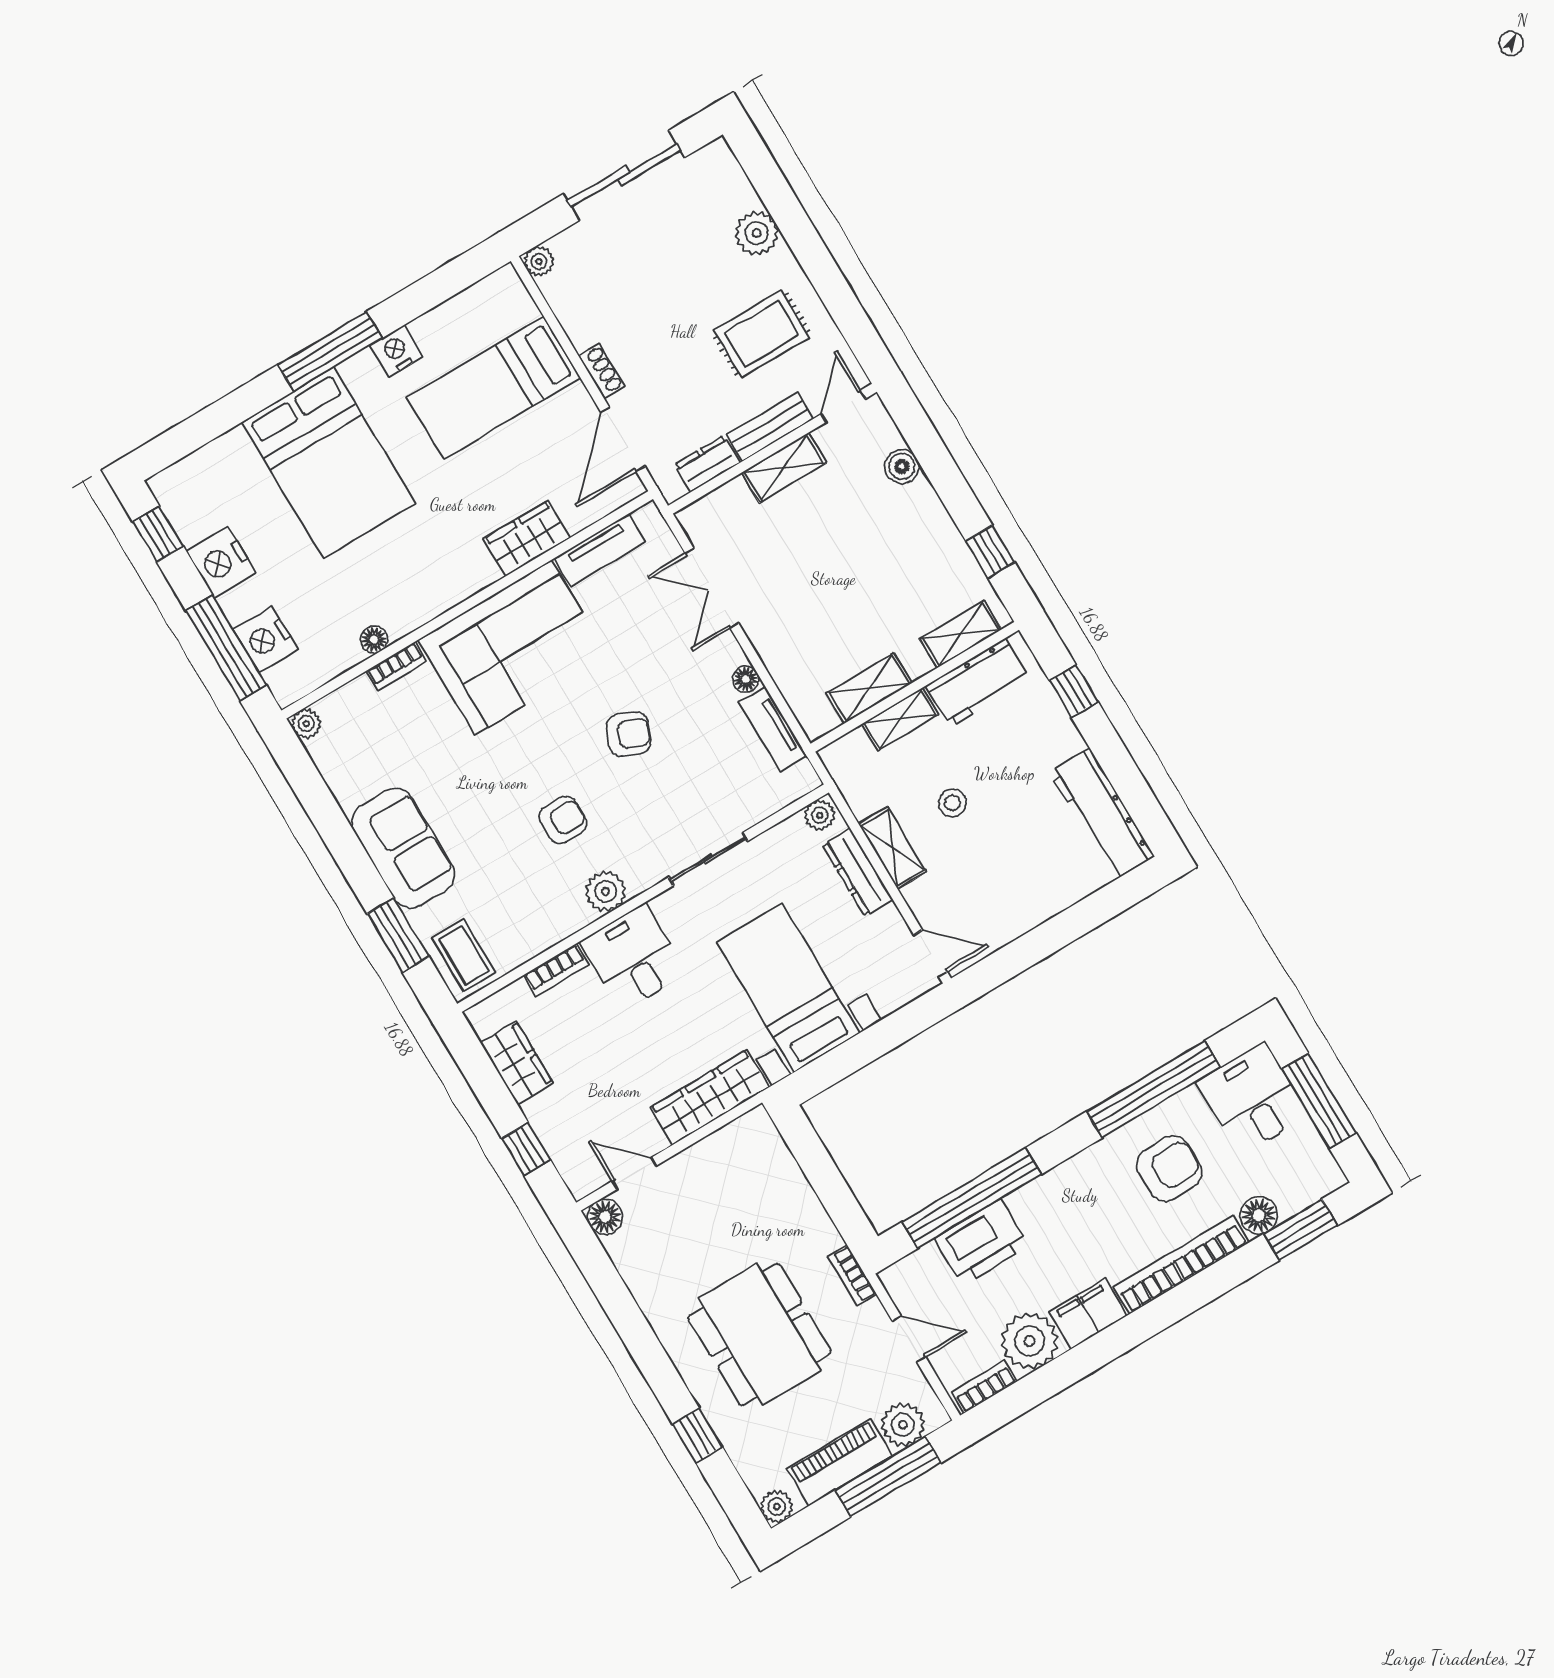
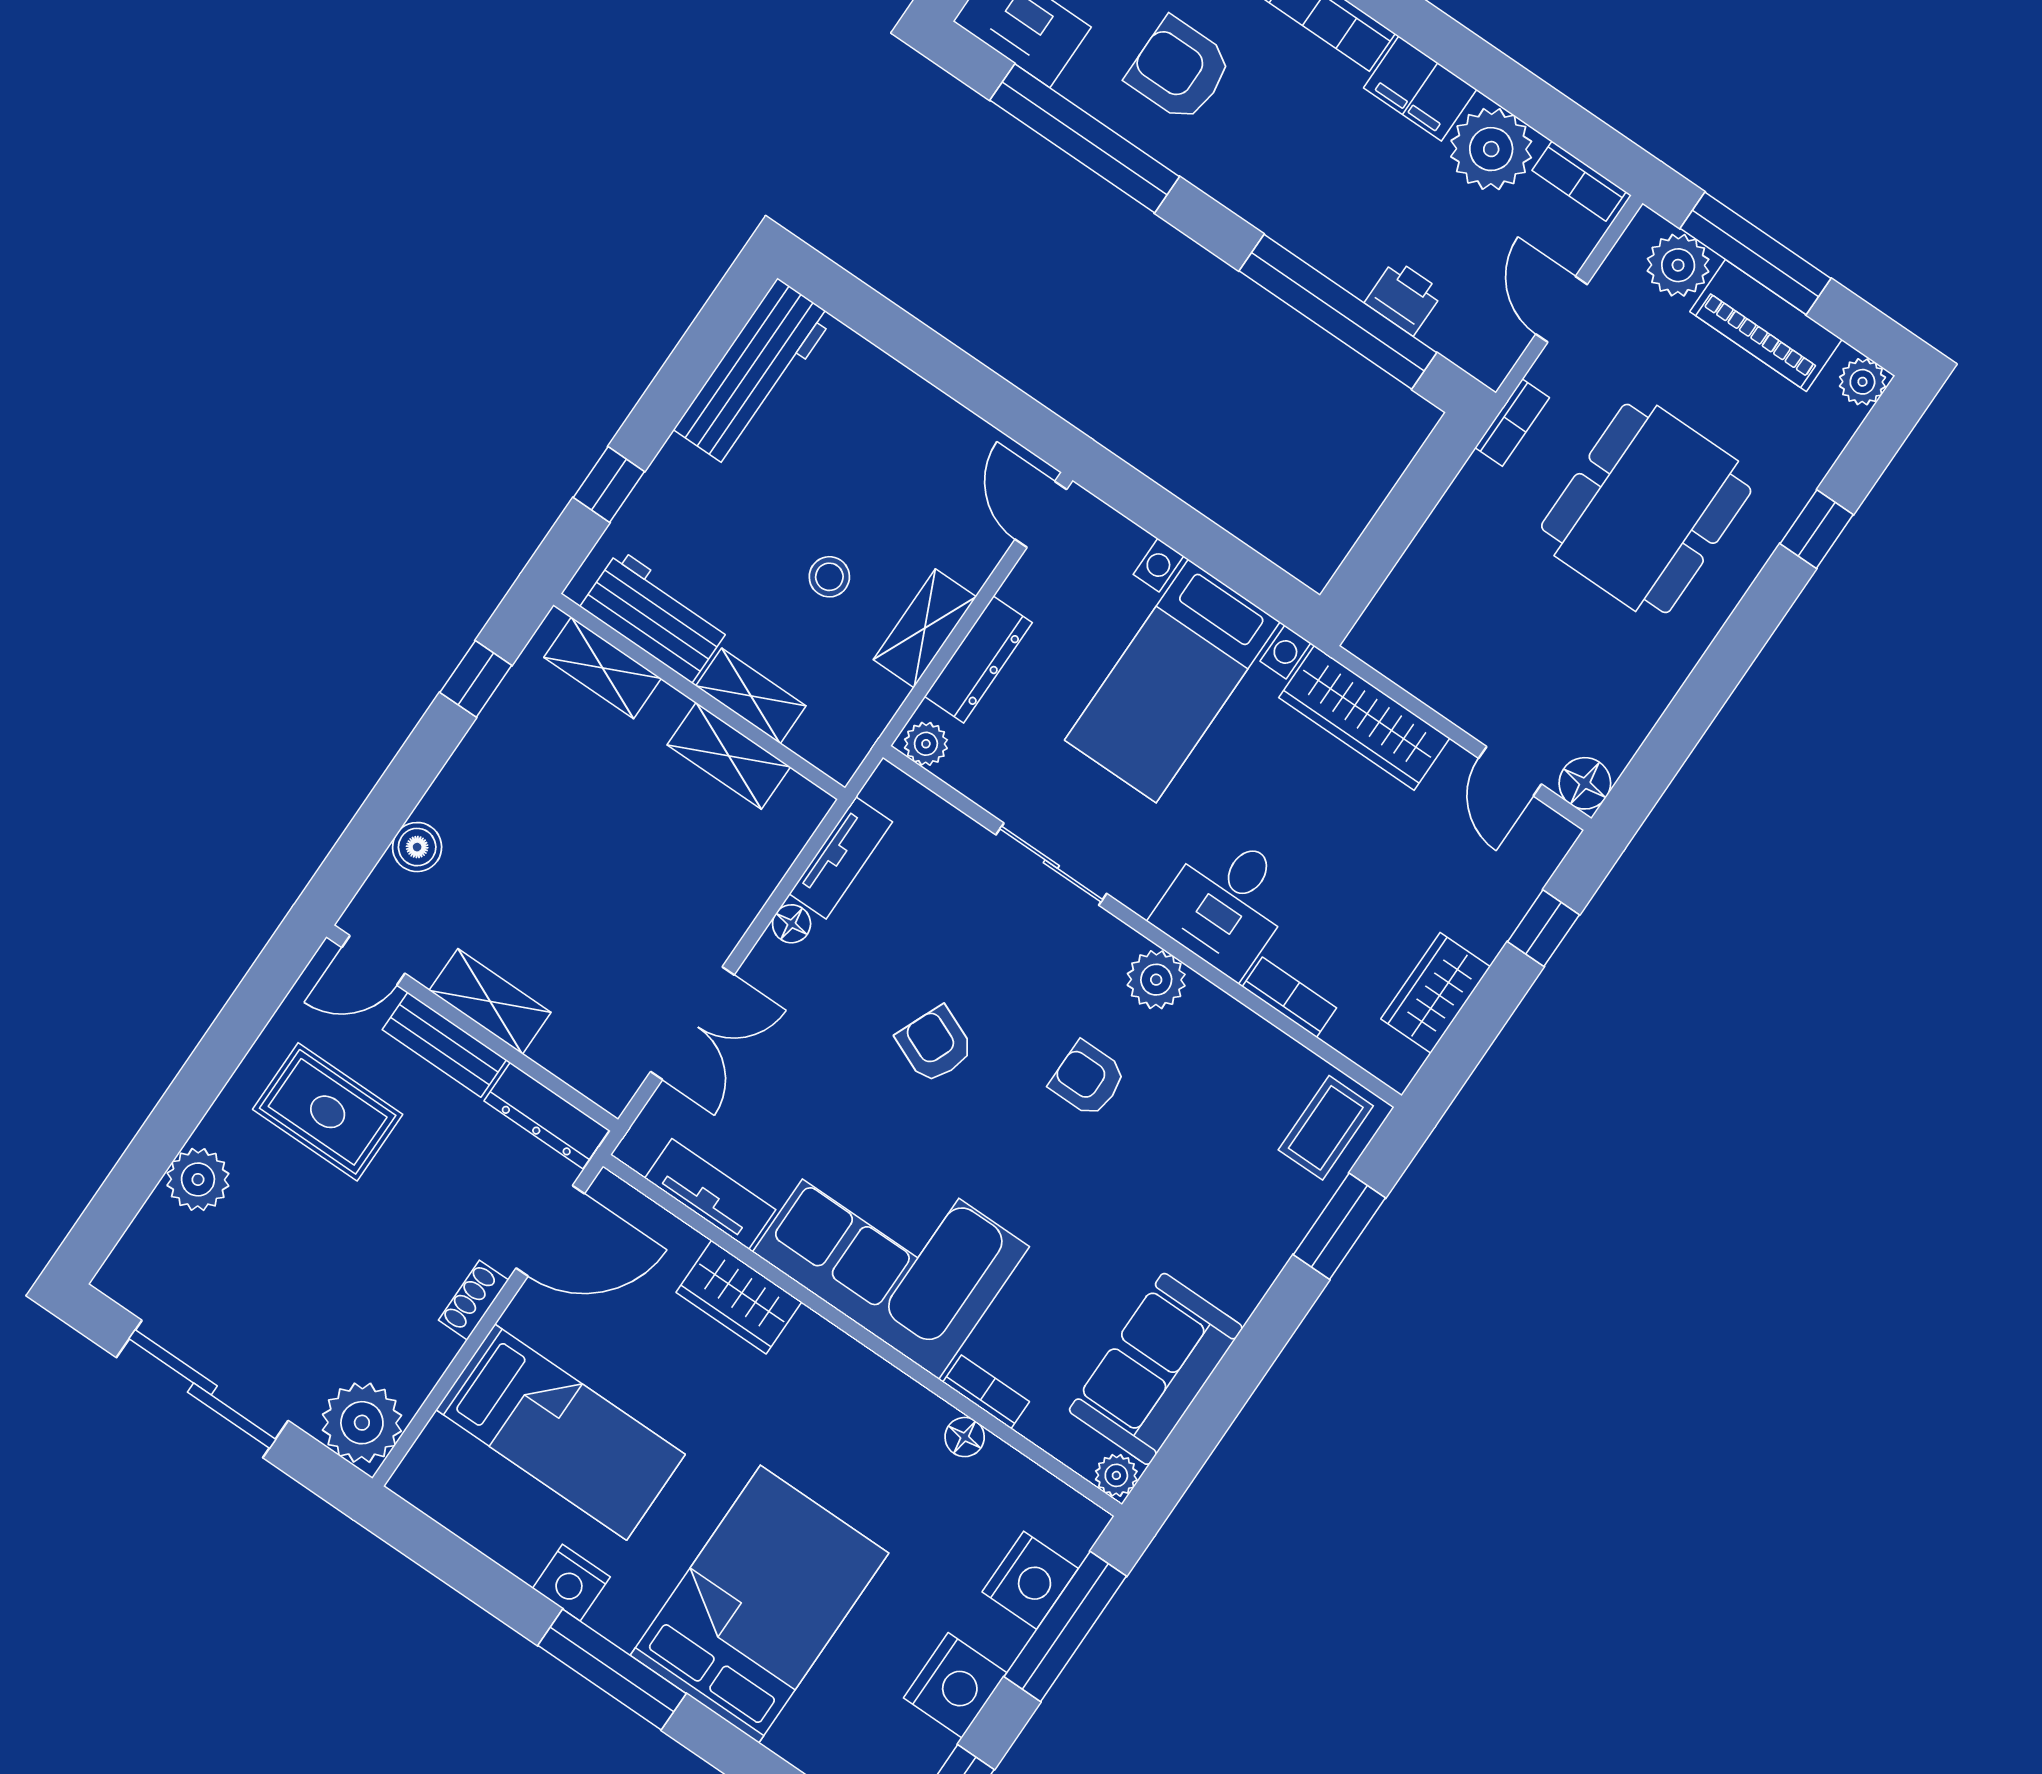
plant: (539, 261) -> (362, 1423), width x1.87, depth x1.87
dresser: (707, 464) -> (547, 1115), width x1.44
sofa: (403, 848) -> (1156, 1369), moved
printer: (982, 1242) -> (1404, 297), width x0.53, depth x0.68

